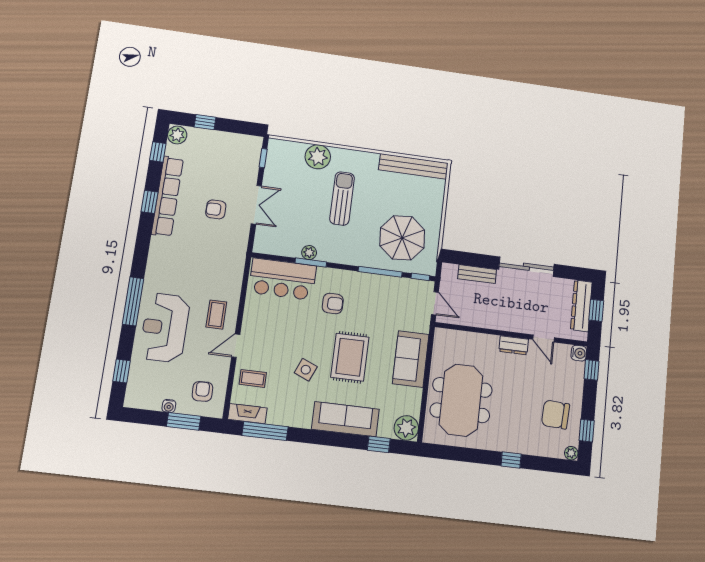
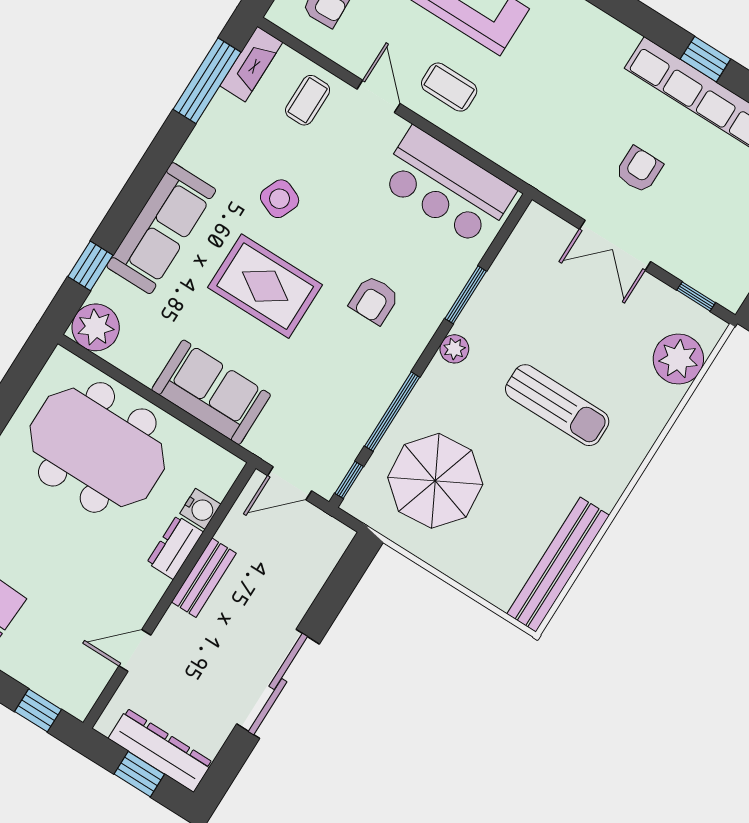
plant: (318, 157) -> (678, 359), moved
plant: (309, 253) -> (454, 349), moved
bench: (477, 274) -> (204, 578), moved
bar counter: (283, 279) -> (447, 186), moved, turned -90
dresser: (514, 345) -> (175, 547), moved
water cooler: (579, 353) -> (200, 509), moved, turned -90

